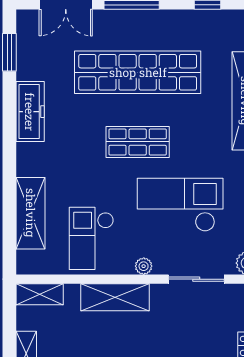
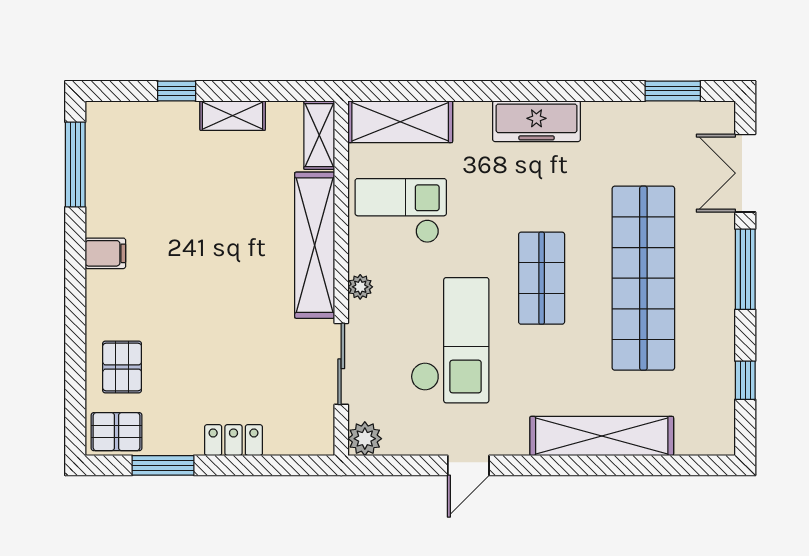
freezer: (30, 112) -> (536, 121), moved
shelving: (31, 213) -> (400, 122), moved
shelving: (115, 297) -> (315, 245), width x1.47

